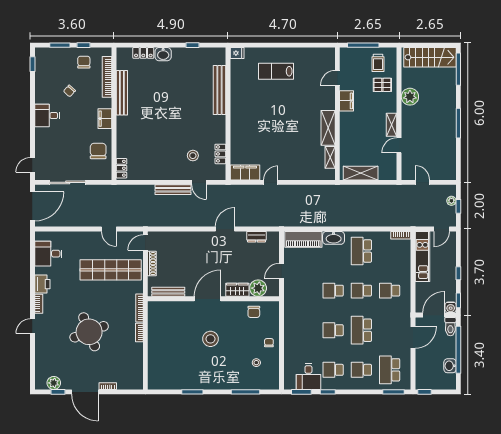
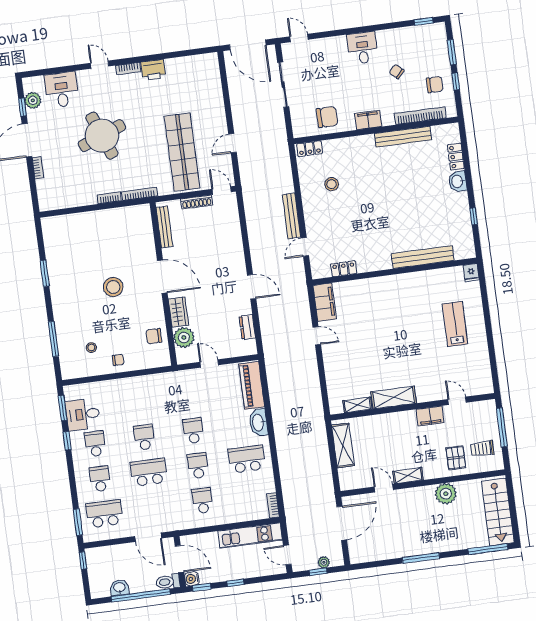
stool: (193, 156) -> (332, 184), moved
door: (422, 182) -> (342, 523), width x1.88
desk: (48, 254) -> (62, 90), moved

